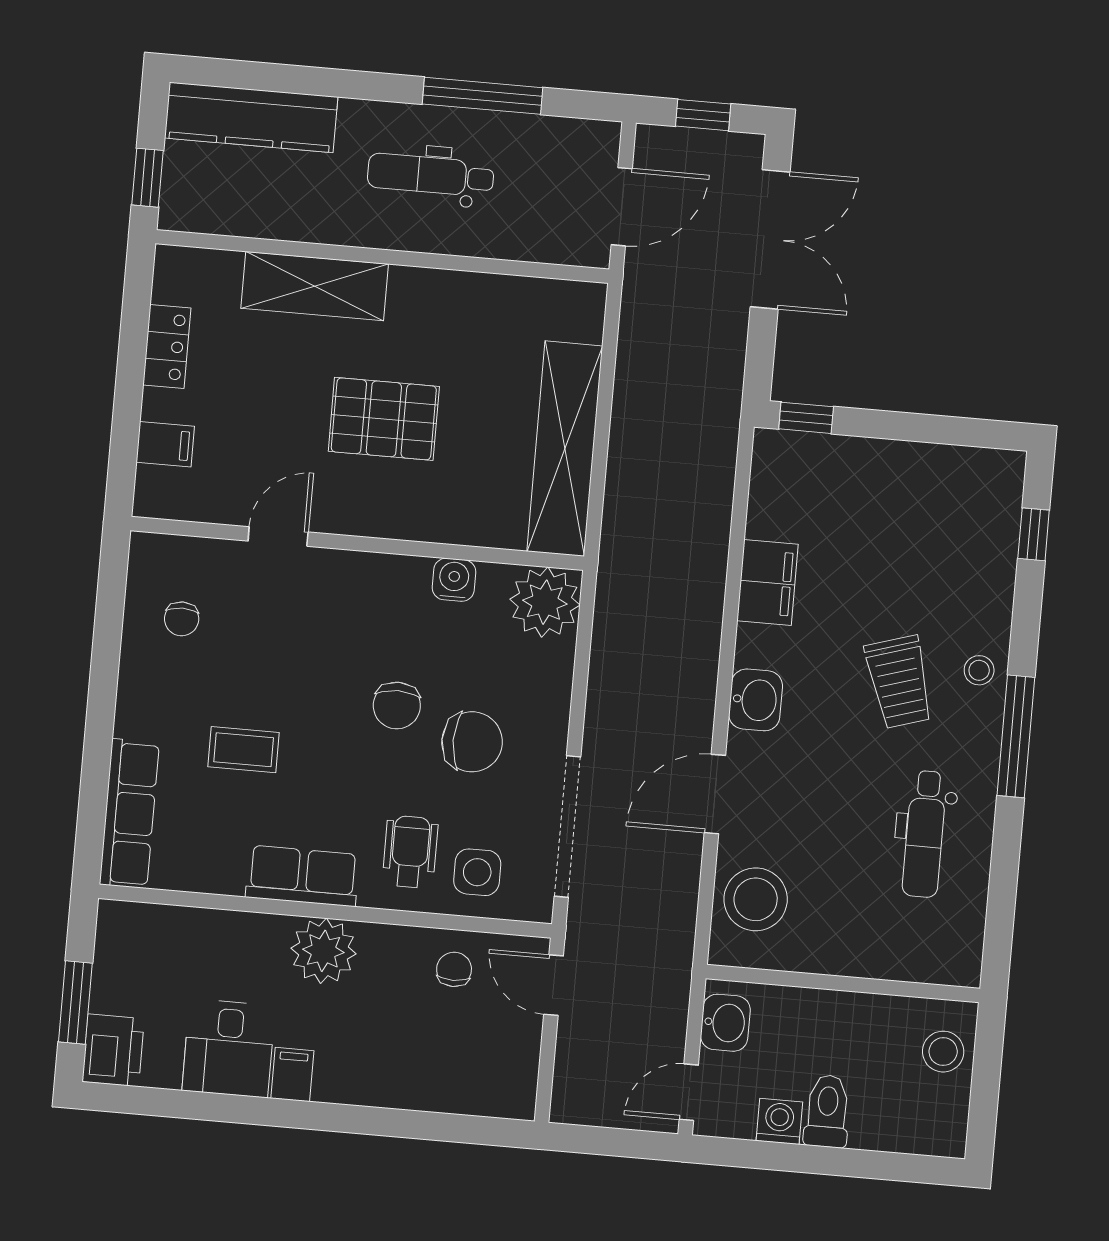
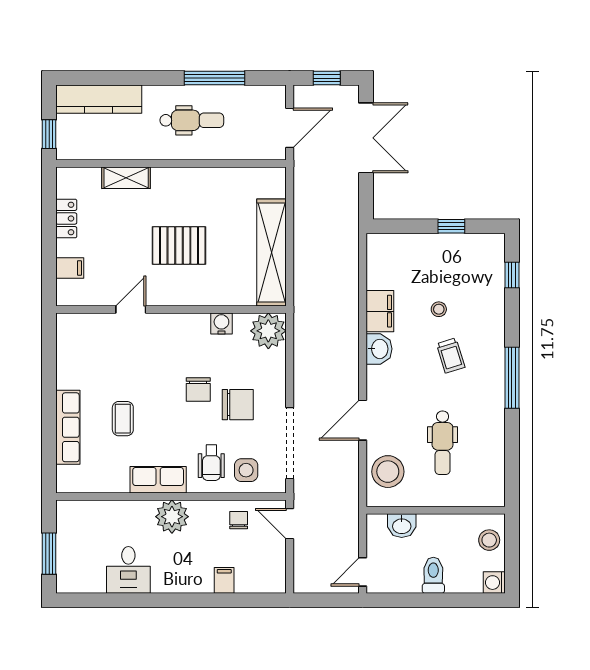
dental chair: (431, 175) -> (192, 120), turned 180
shelving: (315, 286) -> (126, 178), width x0.67, depth x0.75
window: (806, 418) -> (451, 226), moved
chair: (182, 619) -> (86, 355), removed
stool: (979, 670) -> (439, 309), moved
trolley: (899, 682) -> (451, 355), width x0.73, depth x0.72
washbasin: (756, 700) -> (379, 349), moved
coffee table: (244, 750) -> (123, 419), turned 90
row of seats: (129, 813) -> (68, 427), moved
dental chair: (925, 834) -> (443, 443), moved
wheelchair: (410, 852) -> (211, 463), turned 180
washbasin: (725, 1023) -> (402, 526), moved, turned 90
printer: (113, 1050) -> (70, 576), removed
filing cabinet: (292, 1075) -> (224, 580), moved
washing machine: (779, 1121) -> (494, 583), moved, turned -90

